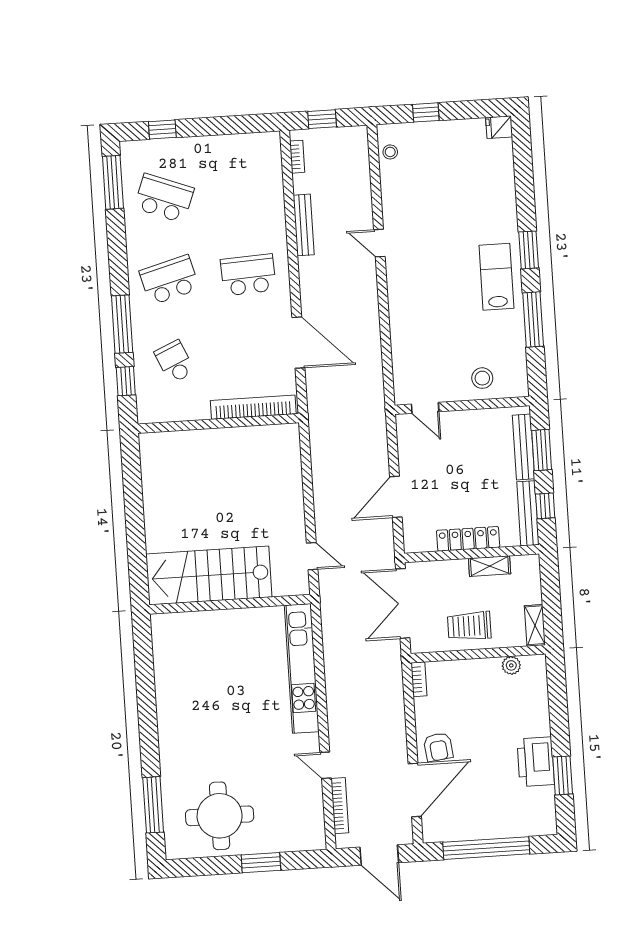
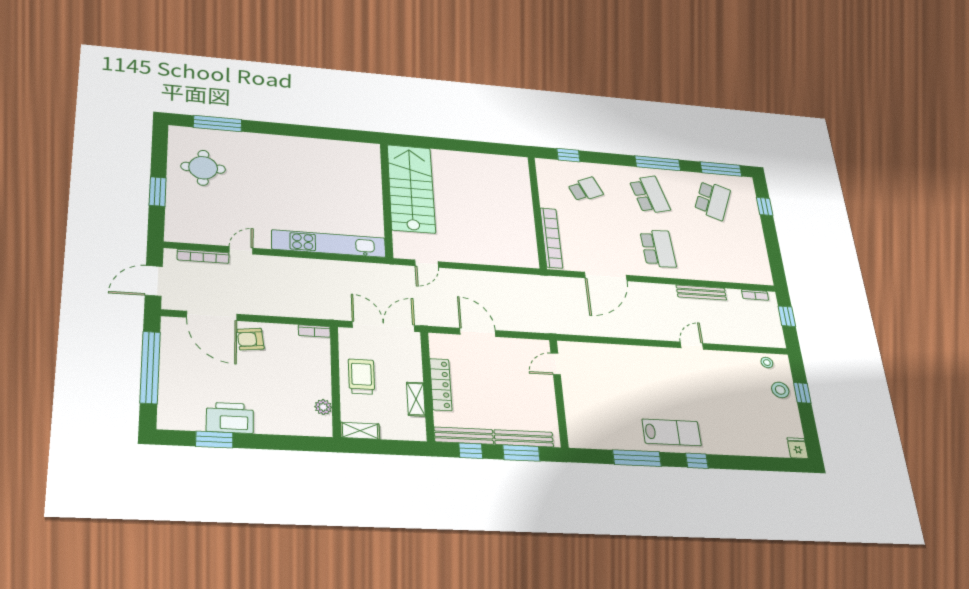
window: (529, 250) -> (697, 461), width x0.67
window: (122, 324) -> (658, 163), moved
stool: (482, 378) -> (780, 390), moved
round table: (220, 816) -> (203, 168), width x0.73, depth x0.73

